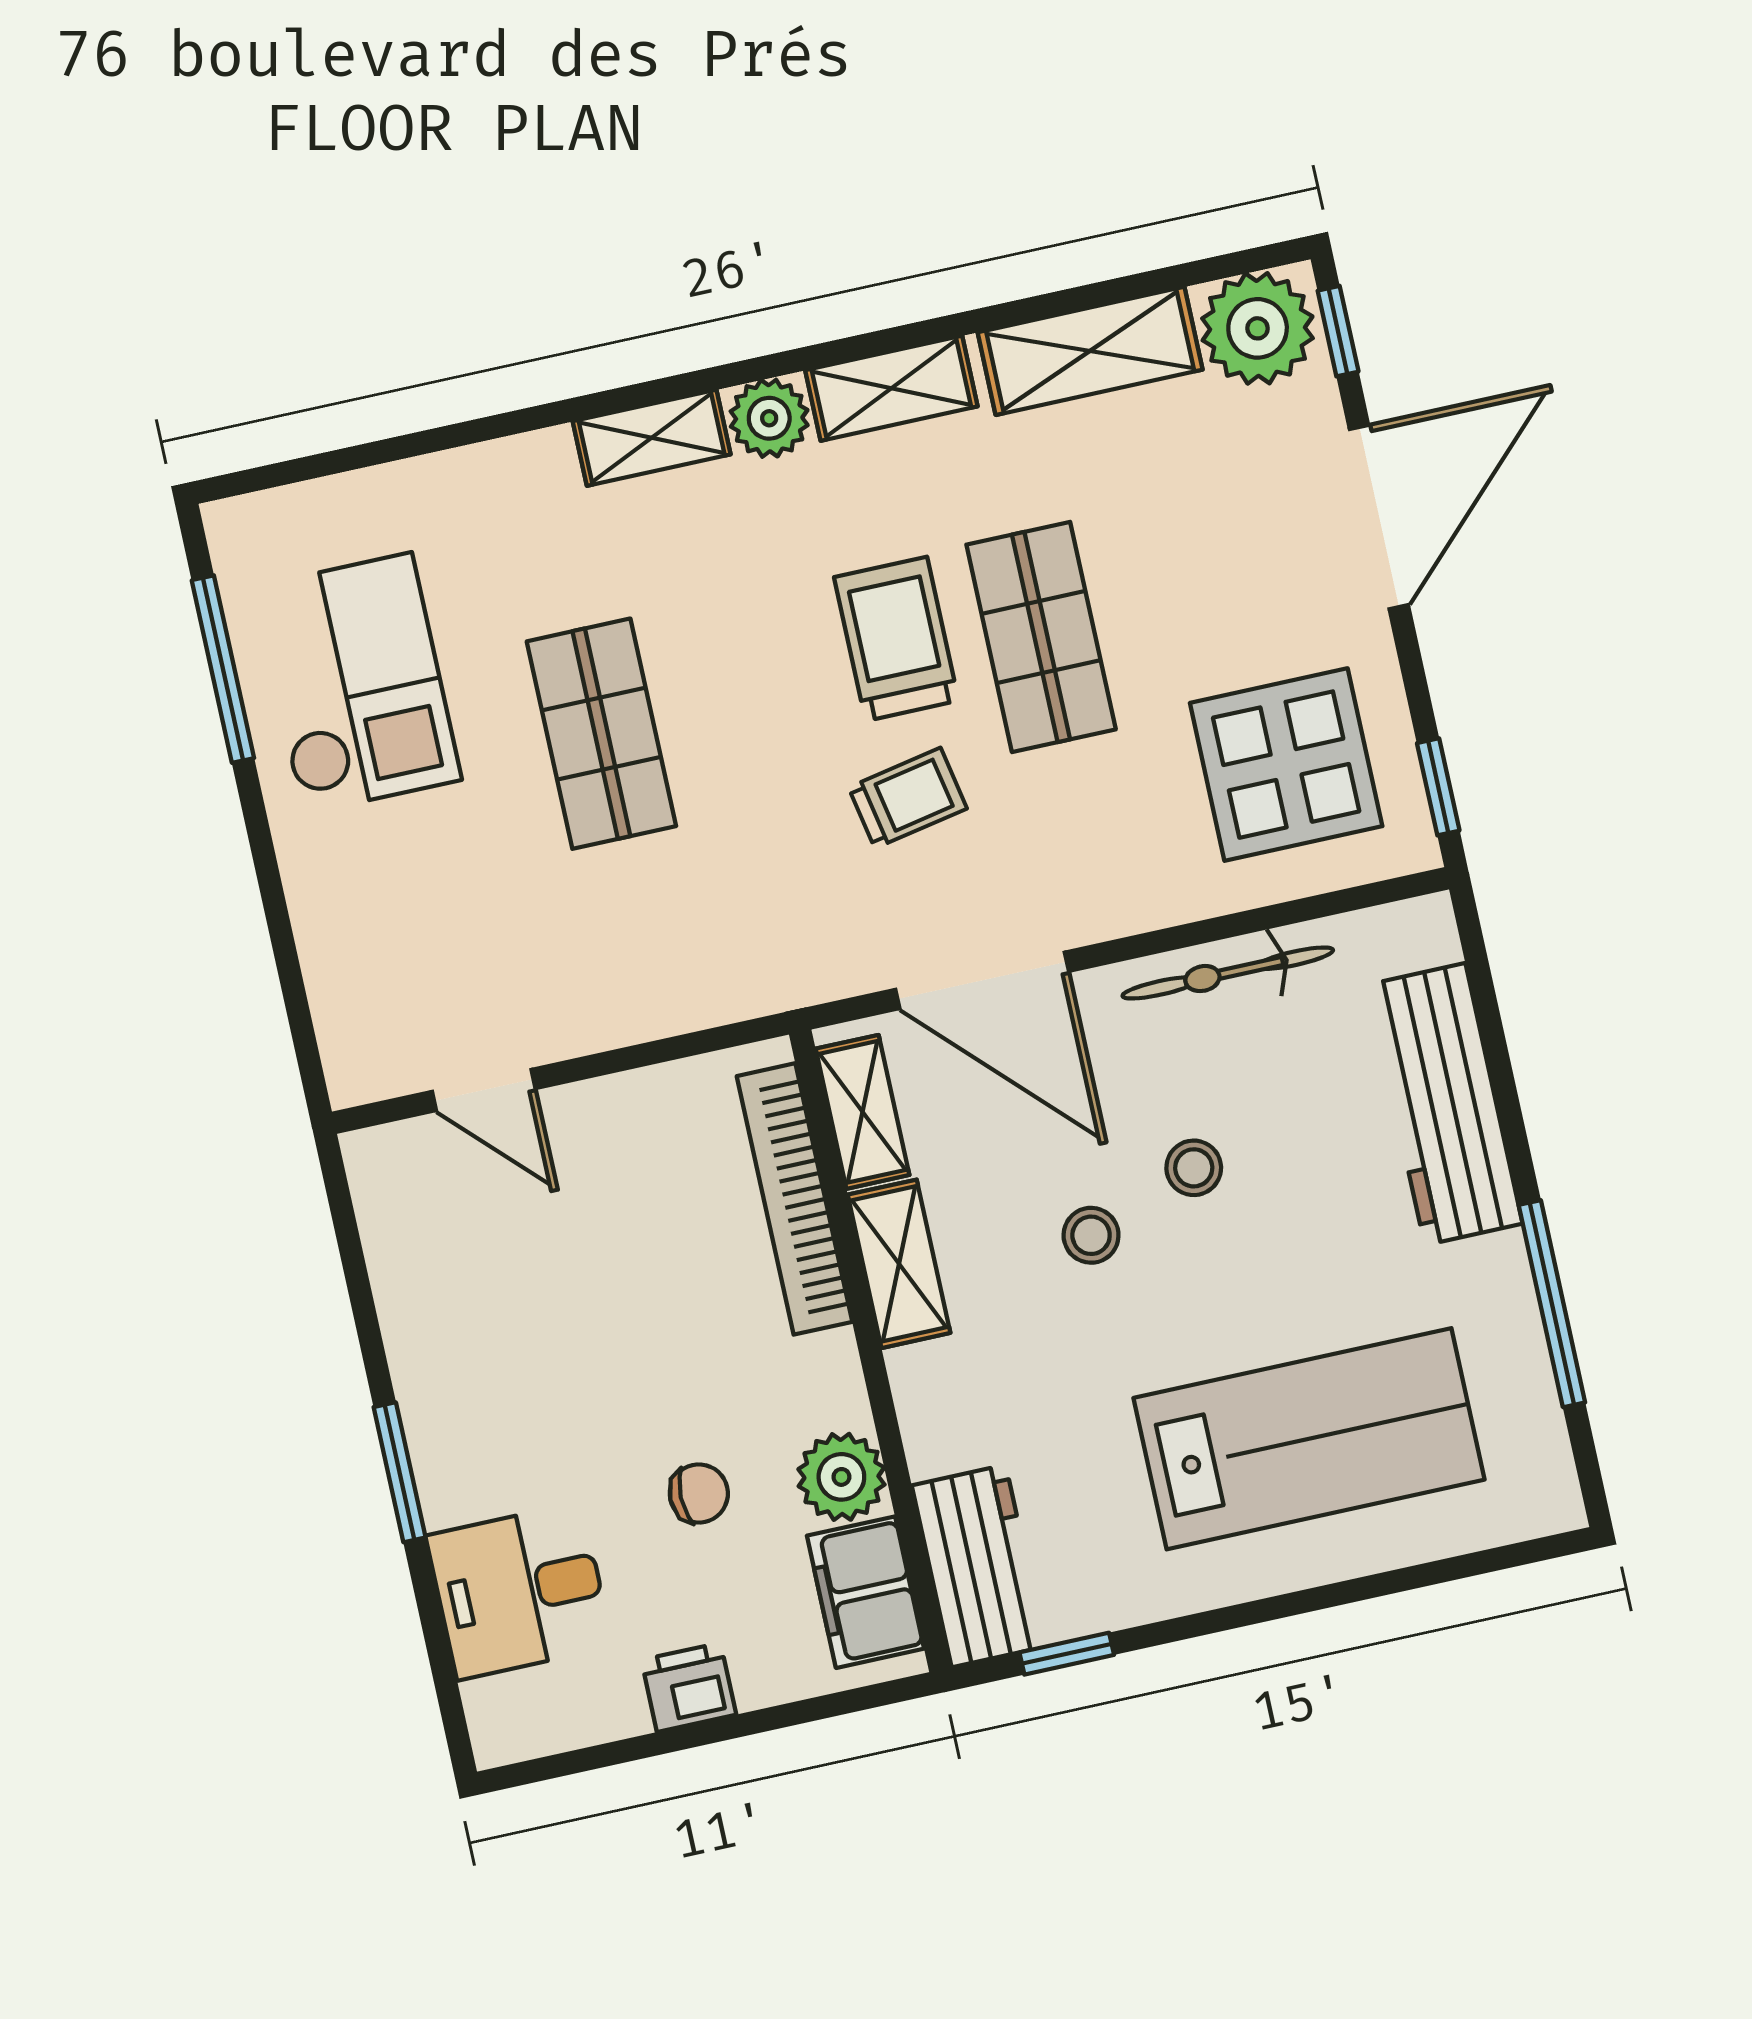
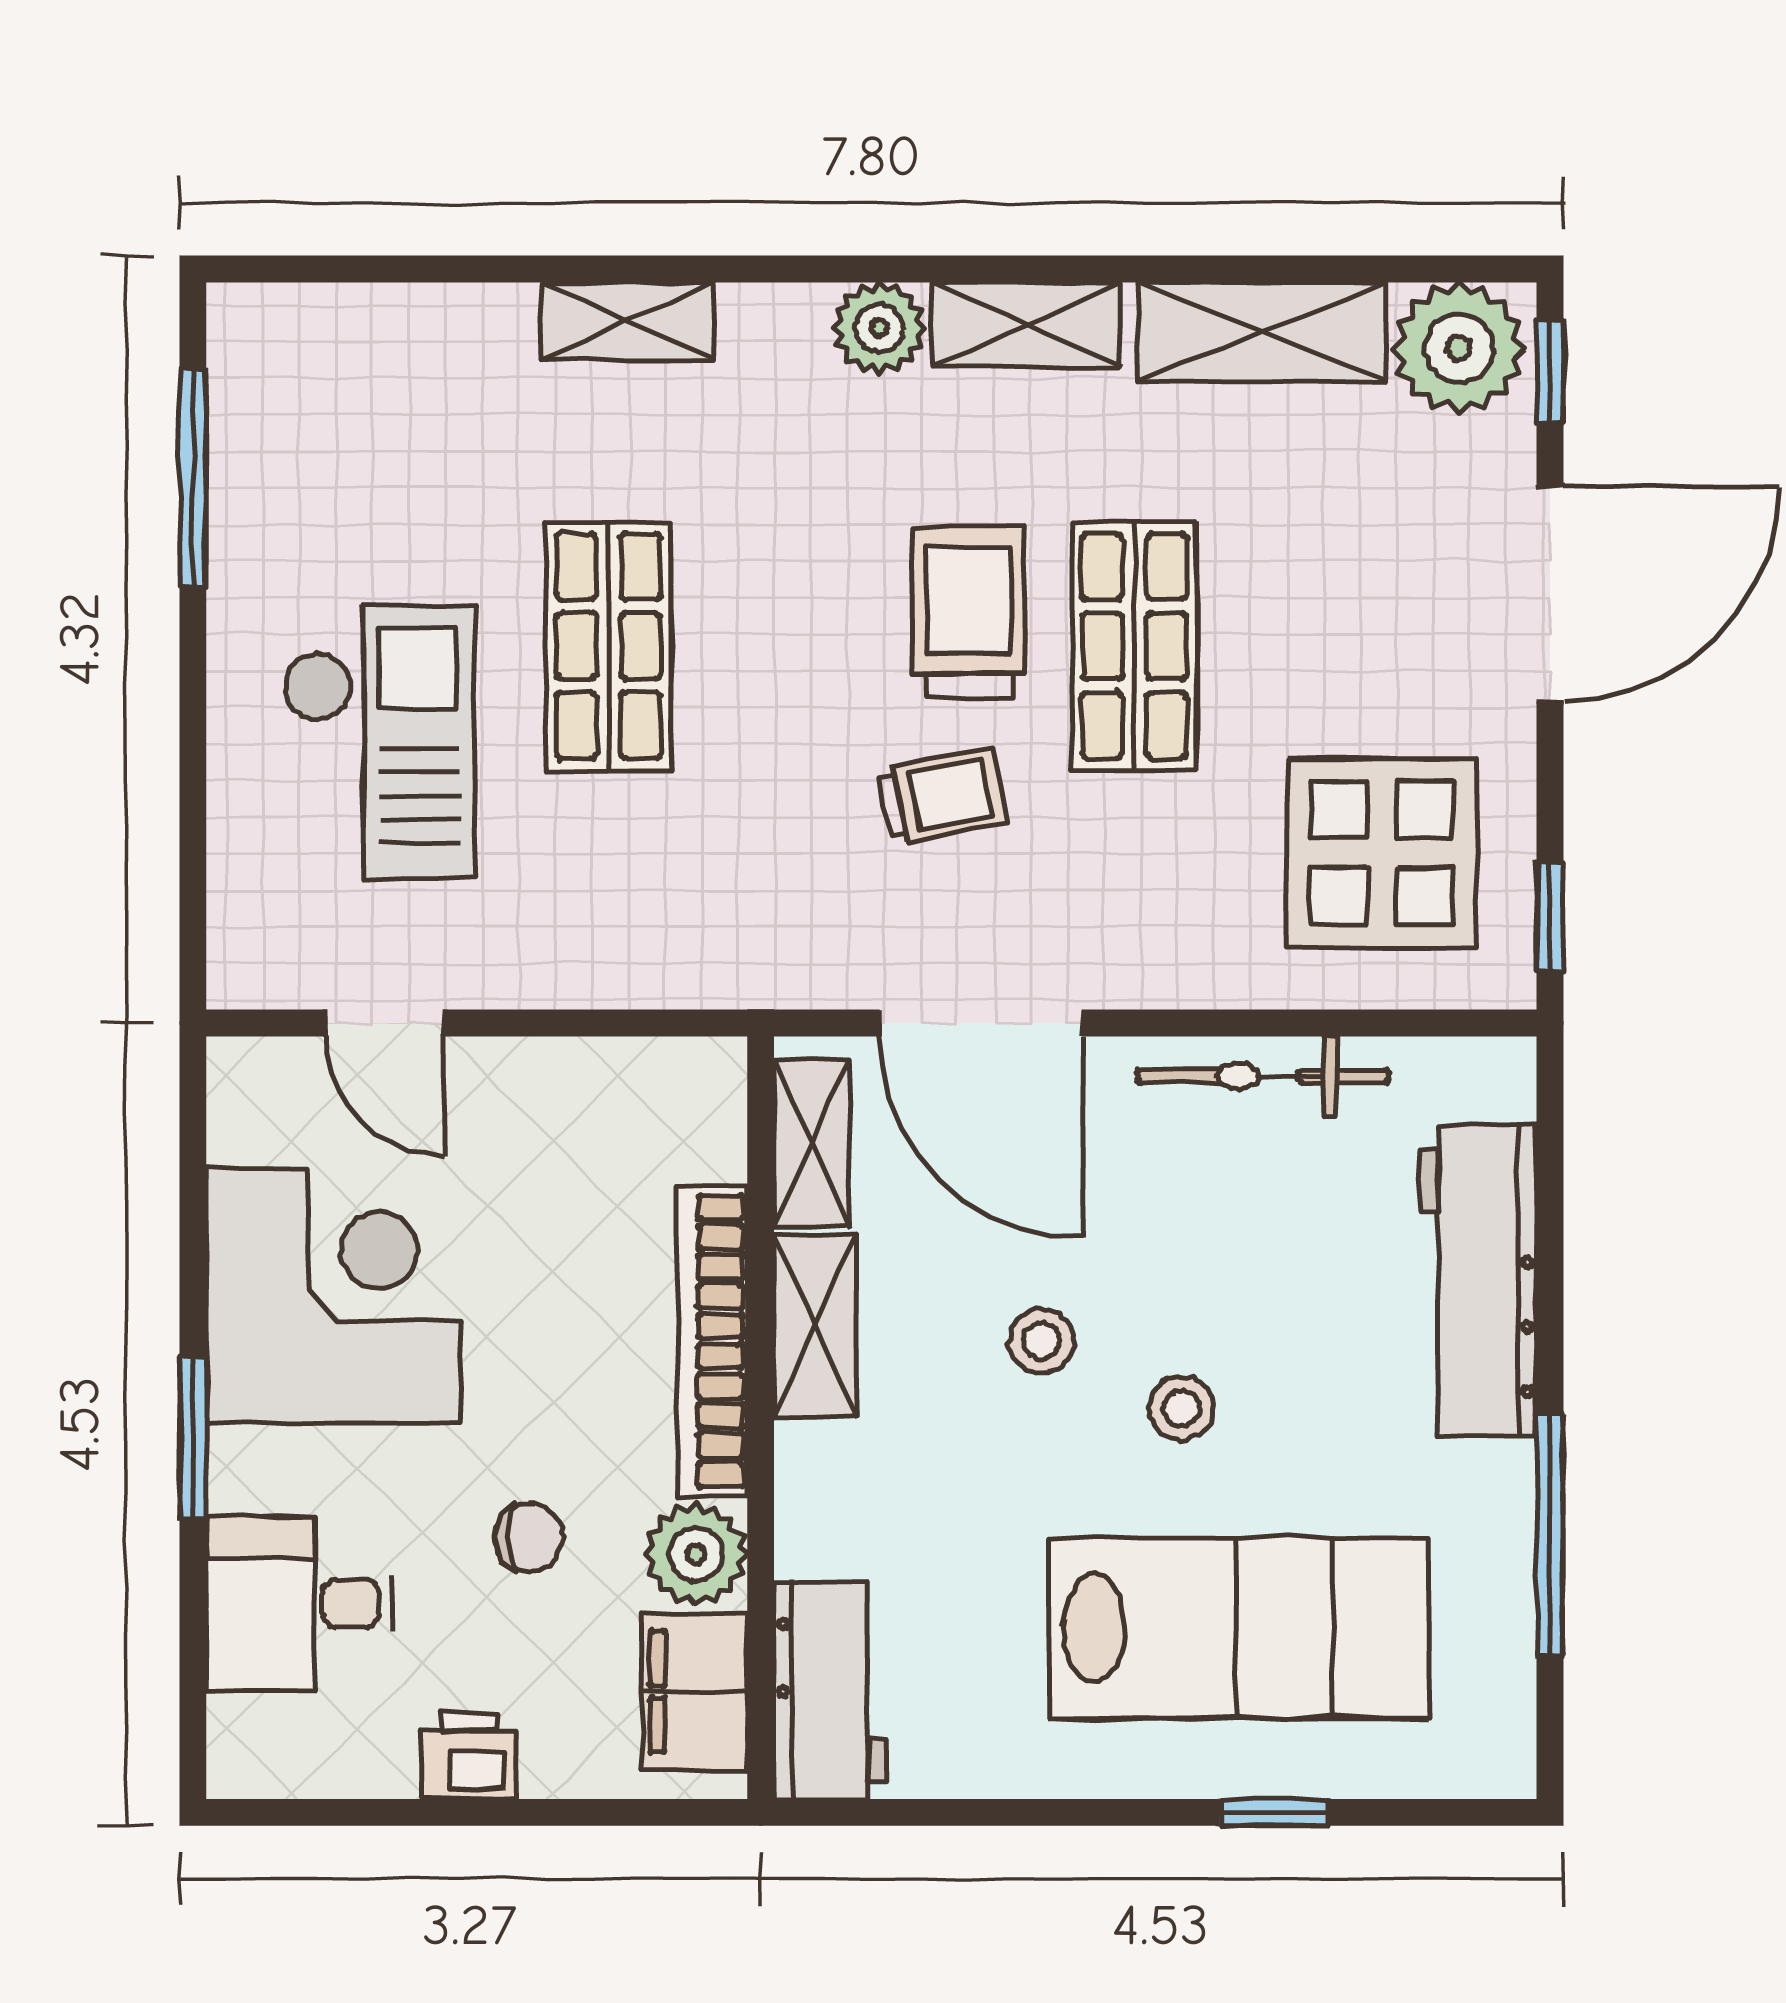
shelving: (652, 438) -> (628, 321), moved
checkout: (357, 683) -> (379, 741), moved
stool: (1194, 1168) -> (1181, 1408), moved
bookcase: (795, 1199) -> (712, 1341), moved
corner desk: (491, 1328) -> (333, 1296), added
window: (1067, 1654) -> (1274, 1812), moved

